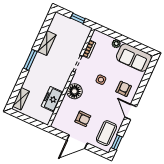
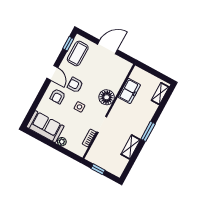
armchair: (83, 119) -> (75, 85), moved

